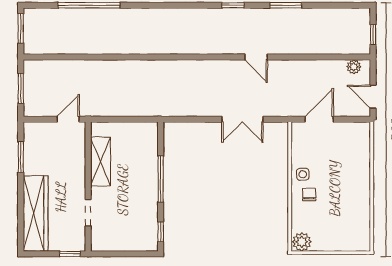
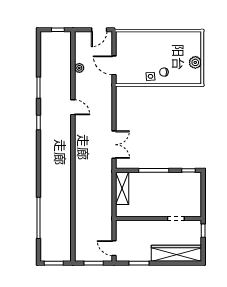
door: (256, 57) -> (73, 107), hinge flipped
plant: (354, 67) -> (79, 68), moved
door: (68, 119) -> (114, 248), moved
double door: (242, 119) -> (114, 145), moved
shelving: (101, 162) -> (122, 188), moved, turned 90
plant: (302, 242) -> (195, 62), moved

